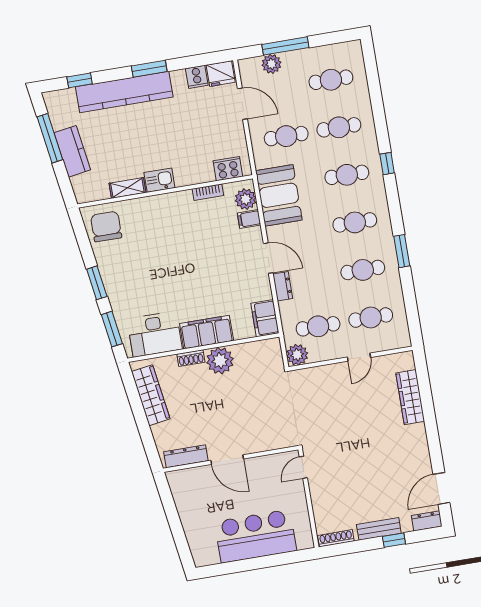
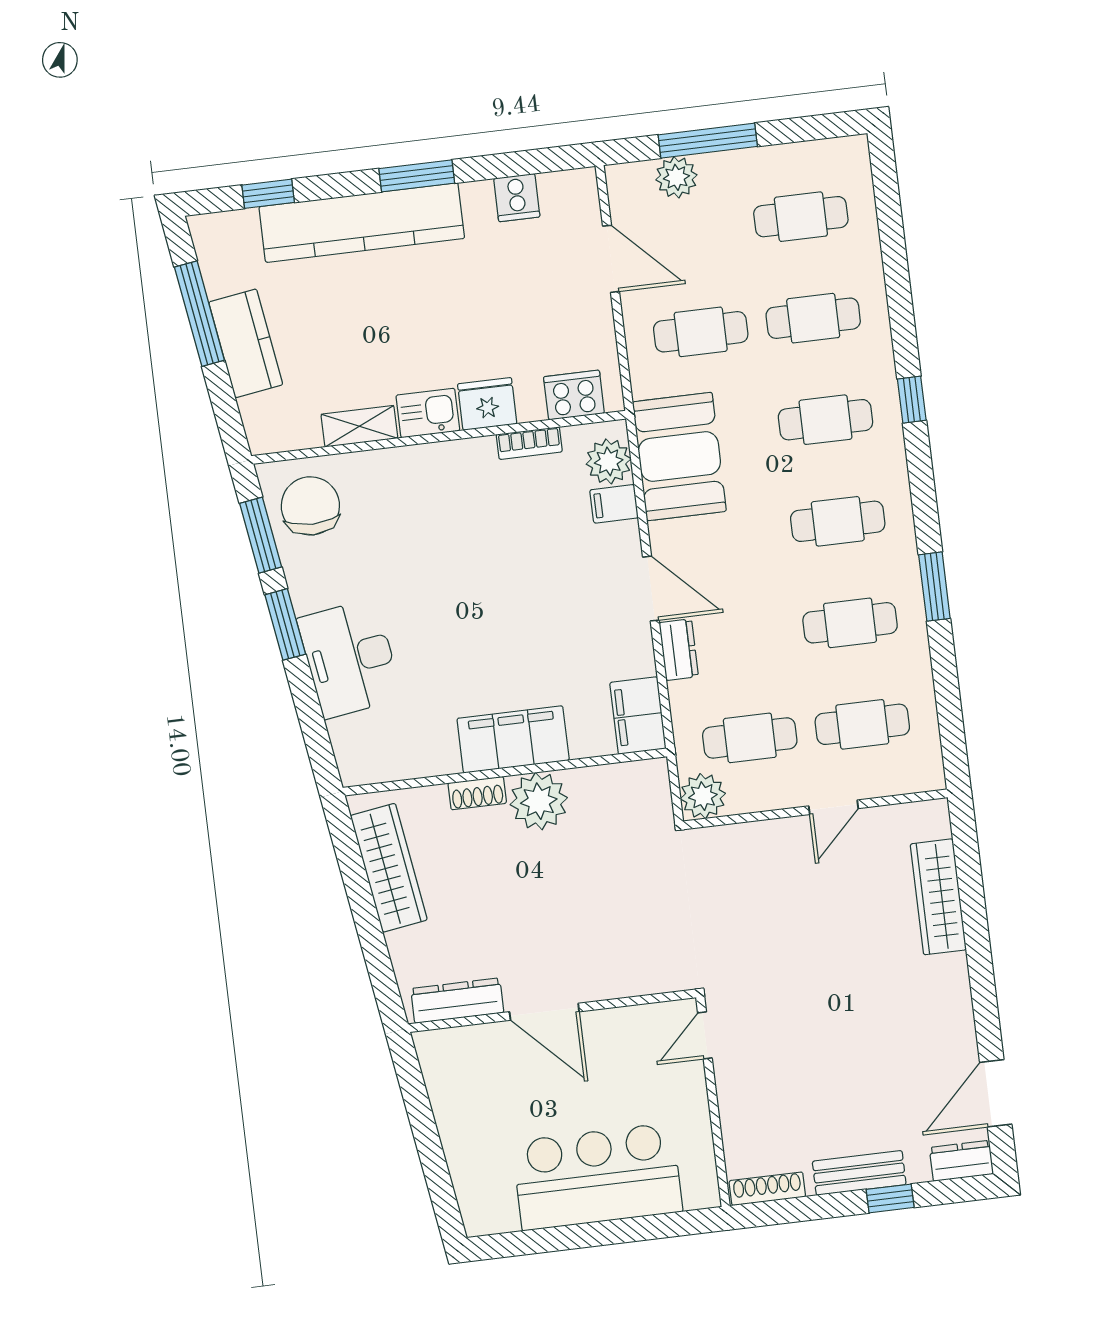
fridge: (221, 74) -> (487, 404), moved, turned 180
window: (112, 329) -> (261, 535), moved
desk: (155, 334) -> (350, 658), moved, turned 81

